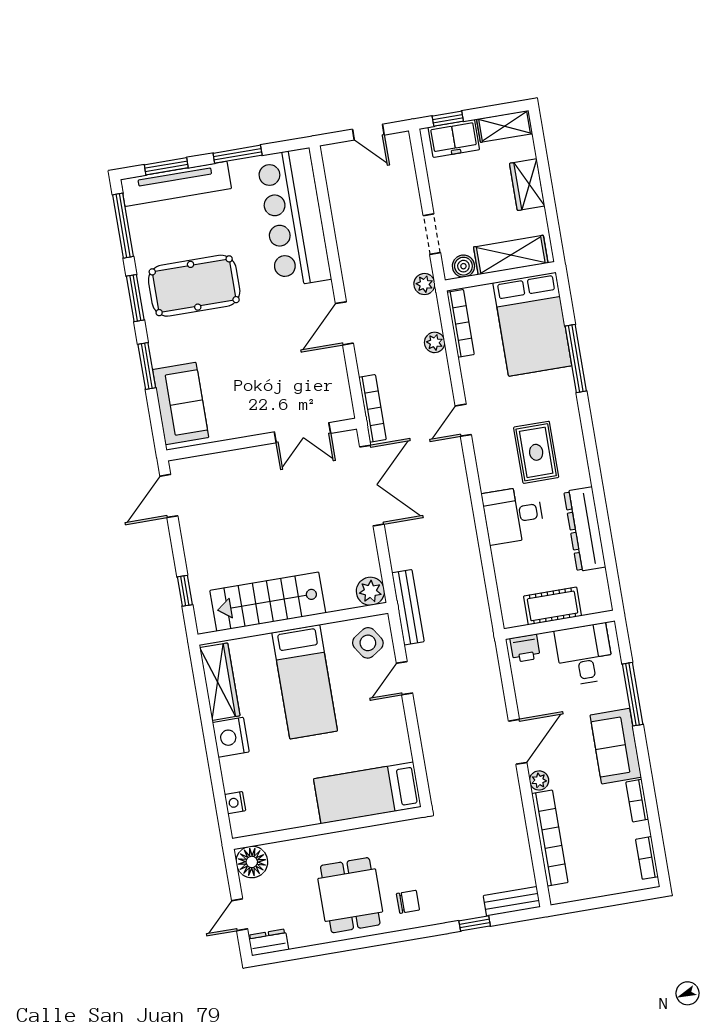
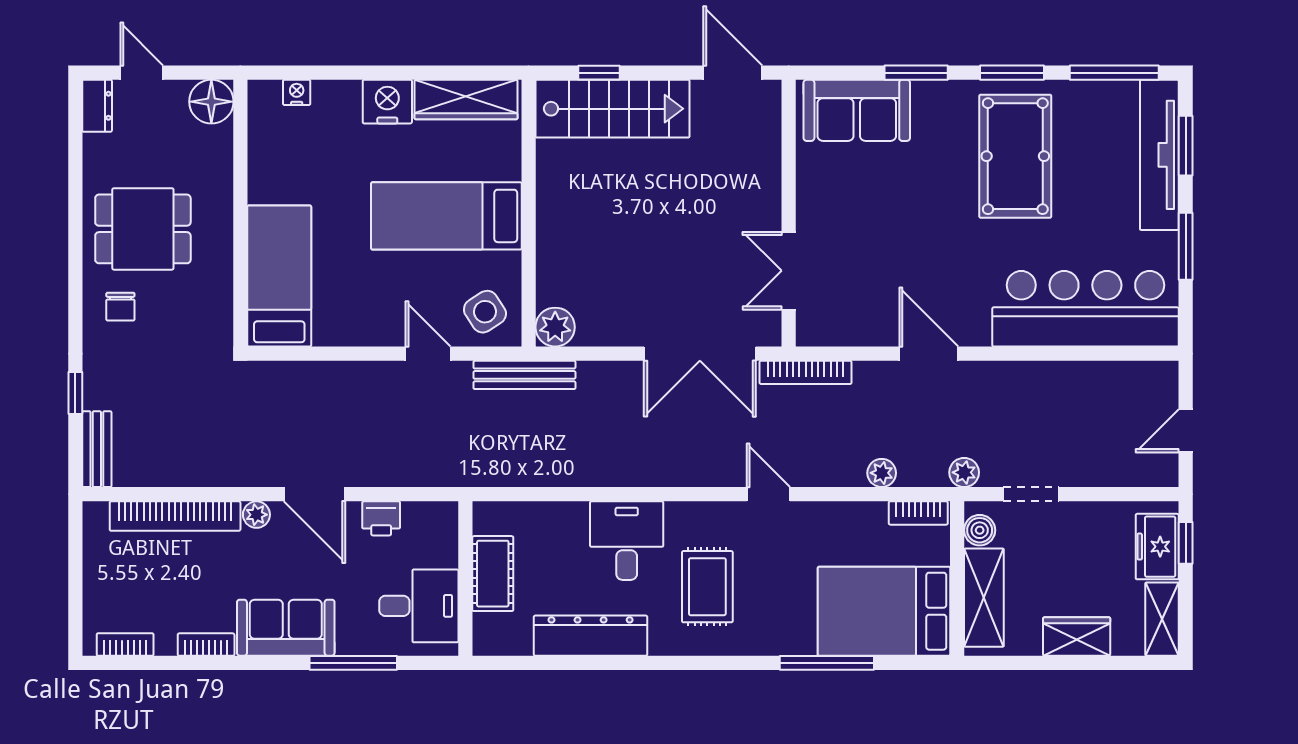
bookcase: (461, 323) -> (918, 513), width x0.64
rug: (536, 452) -> (707, 587), turned 90
stairs: (268, 602) -> (613, 109), moved, turned 90
printer: (525, 648) -> (381, 518), moved, turned -90

